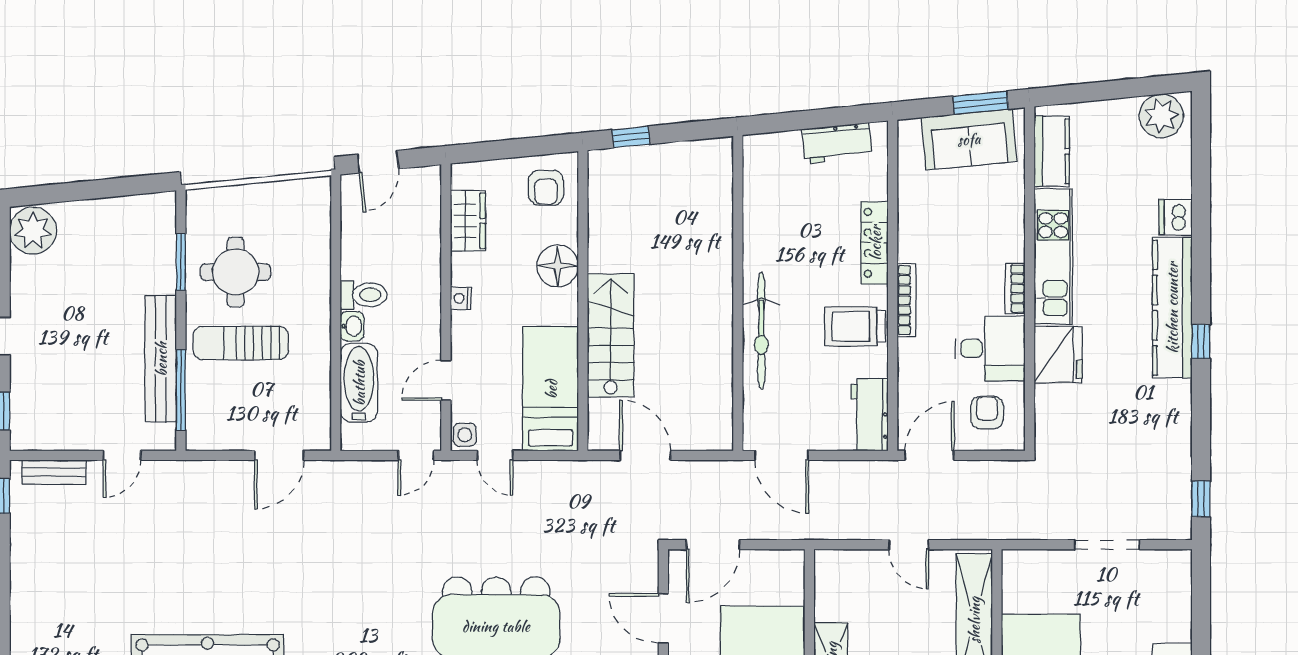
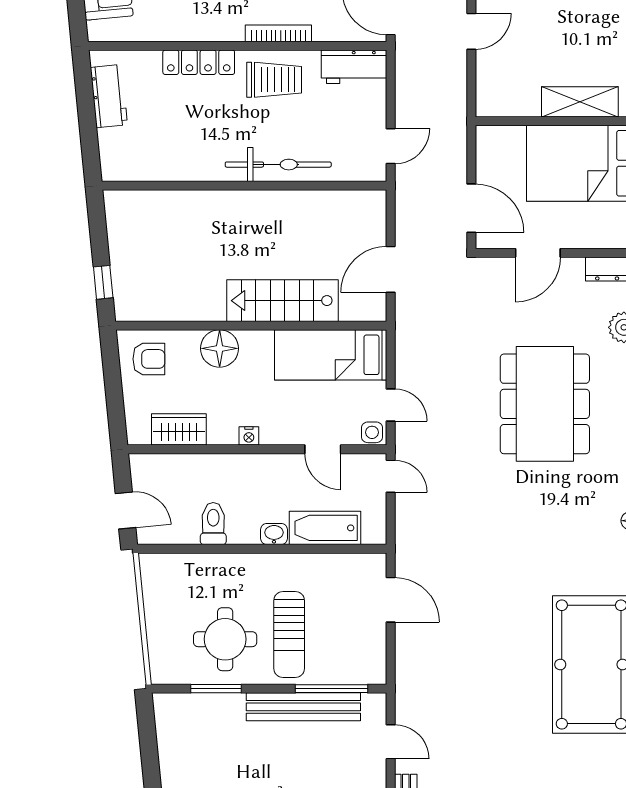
toilet: (364, 295) -> (213, 524), moved
bookcase: (907, 300) -> (278, 33), moved
trolley: (855, 326) -> (274, 80), turned -90
door: (495, 455) -> (391, 405), hinge flipped
door: (782, 455) -> (391, 146), width x0.73

